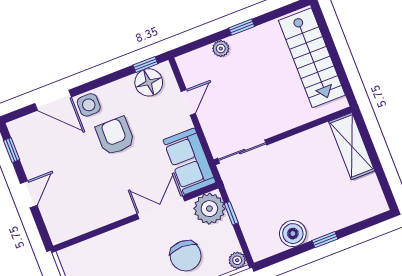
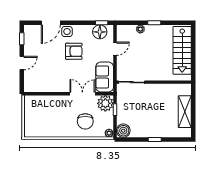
door: (53, 100) -> (51, 23), hinge flipped
armchair: (115, 136) -> (74, 51), turned 90
shelving: (352, 146) -> (185, 112), moved
boiler: (293, 234) -> (123, 131), moved

